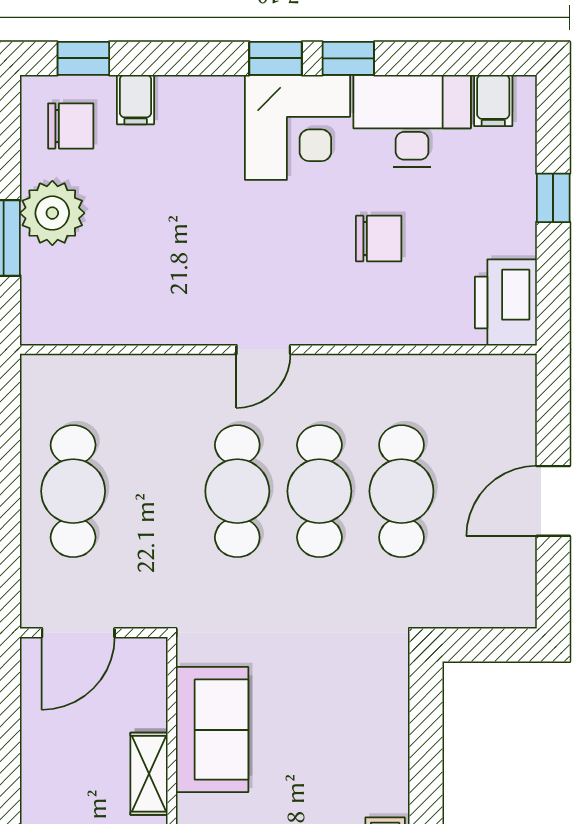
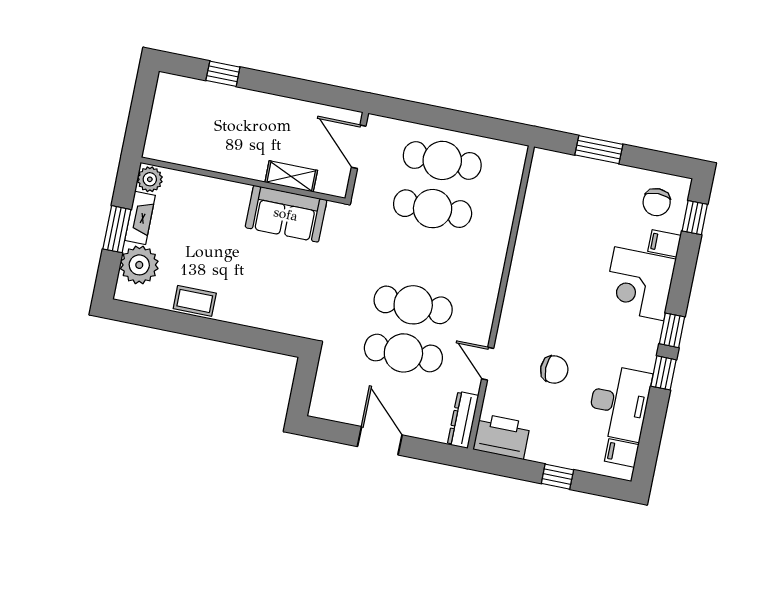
corner desk: (297, 127) -> (639, 284), moved
plant: (52, 213) -> (608, 181), removed
chair: (379, 238) -> (554, 370), turned -90
door: (263, 350) -> (488, 364), moved
dresser: (491, 371) -> (463, 420), added
cafe table: (237, 491) -> (433, 209), moved
shelving: (149, 774) -> (291, 176), moved

